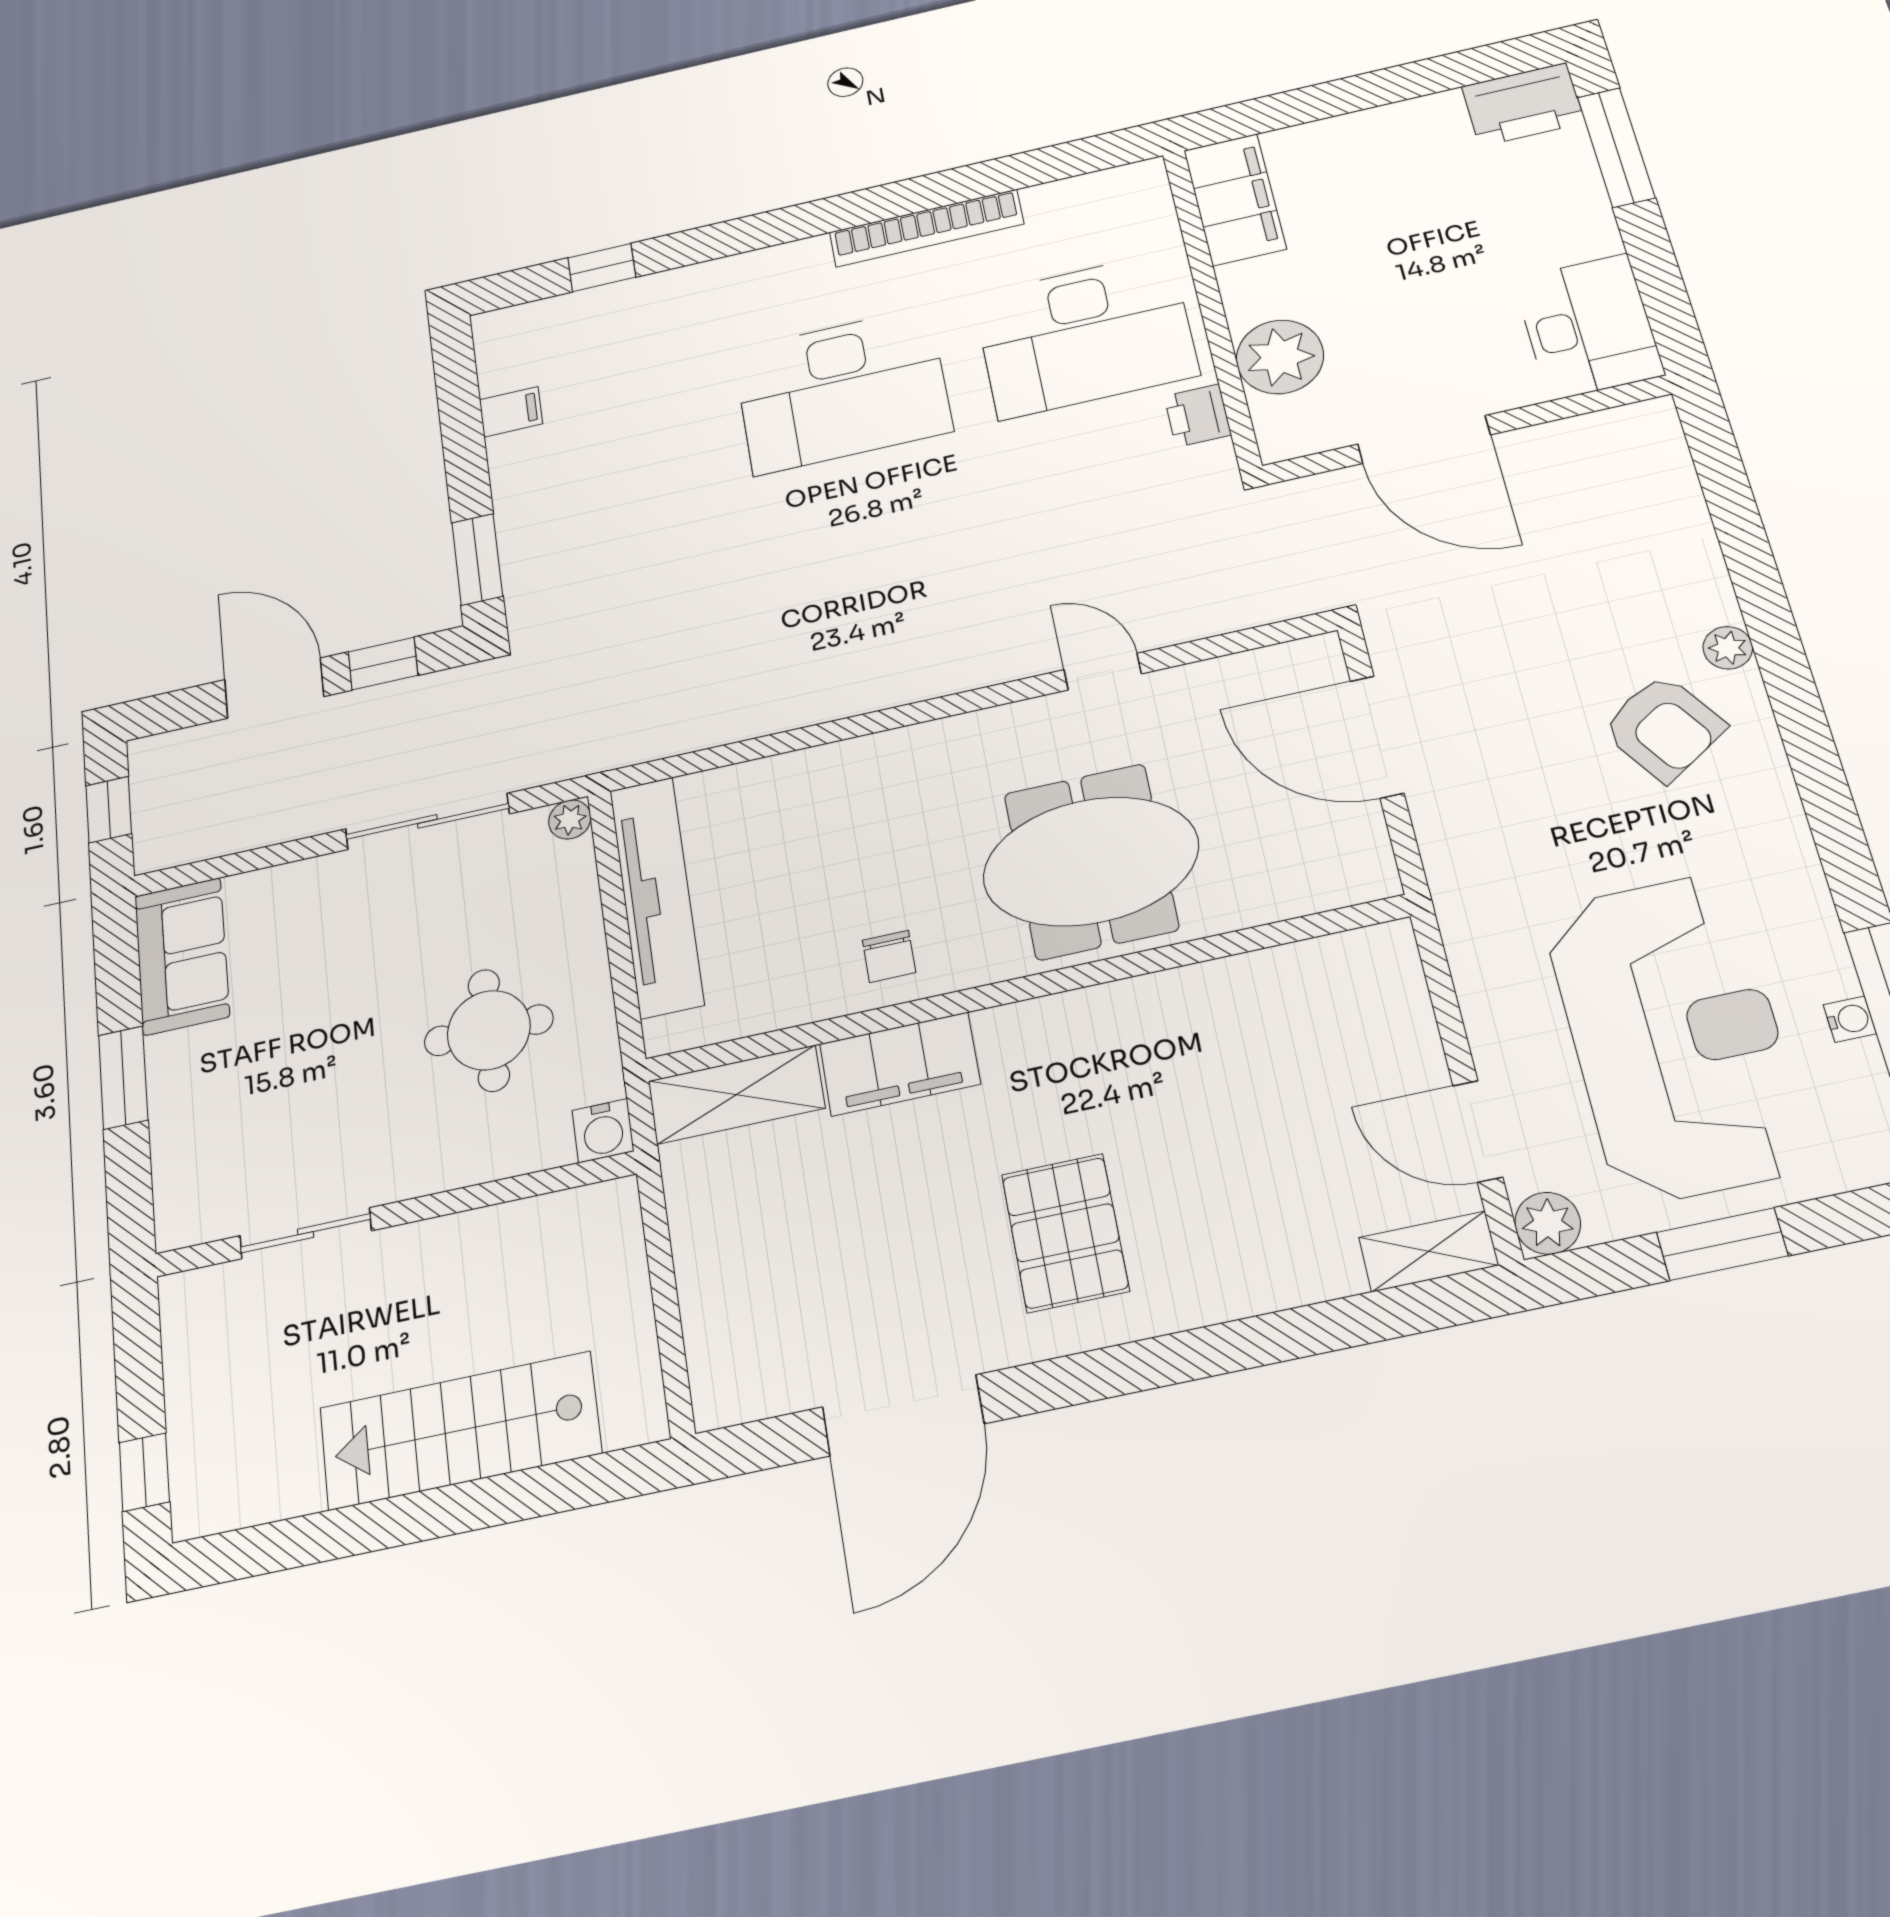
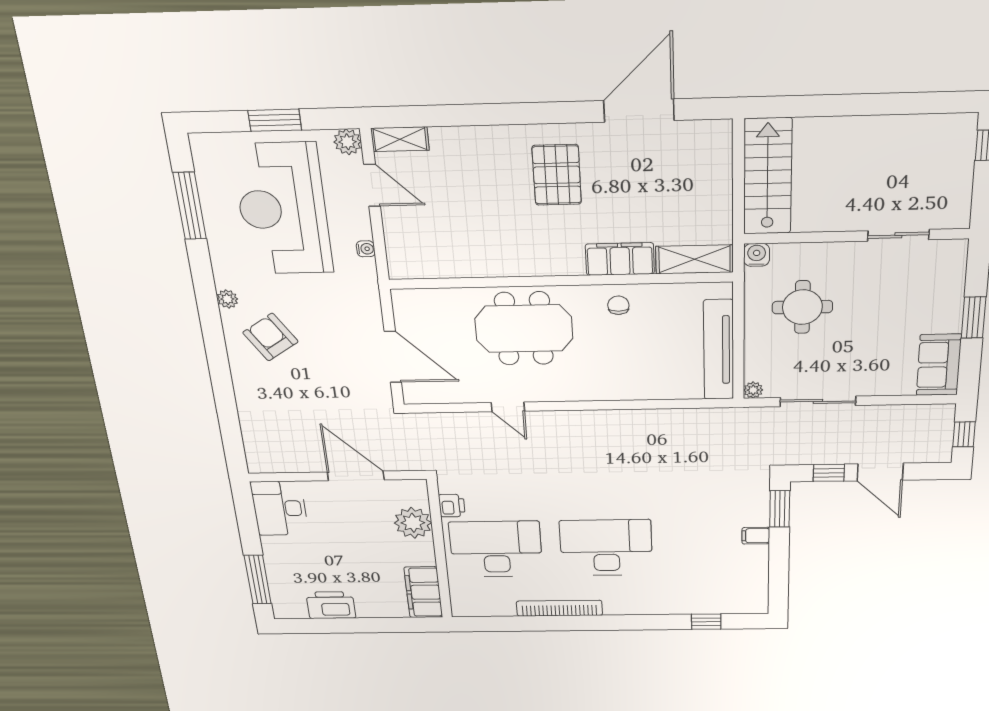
printer: (1523, 105) -> (331, 605), moved
filing cabinet: (511, 412) -> (756, 536), moved
plant: (1728, 648) -> (227, 299), moved
water cooler: (1850, 1019) -> (366, 249), moved, turned 180
stairs: (460, 1430) -> (768, 177), moved, turned -90

